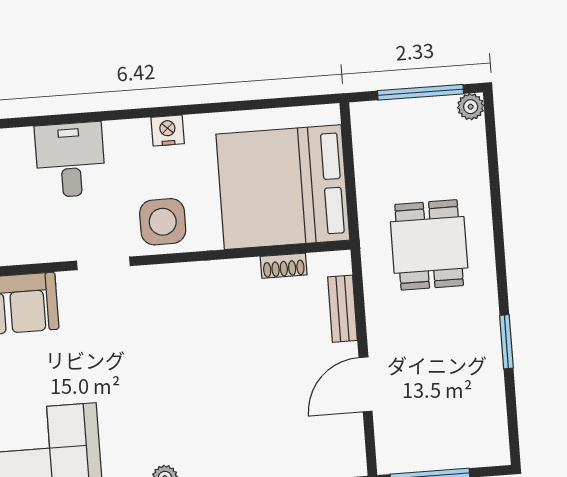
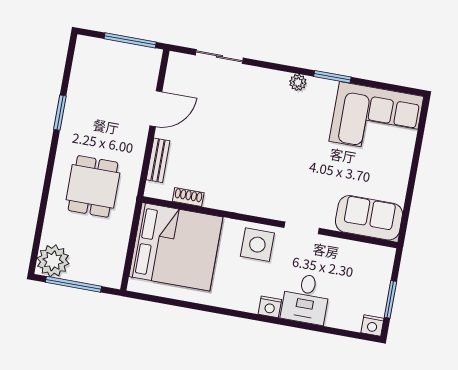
plant: (471, 107) -> (53, 261), width x1.87, depth x1.87
nightstand: (168, 131) -> (270, 307), moved

